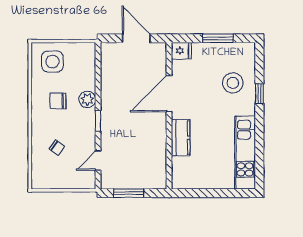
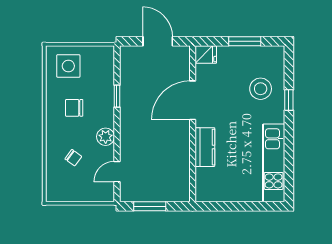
plant: (87, 99) -> (106, 137), moved
window: (98, 121) -> (117, 96), moved

